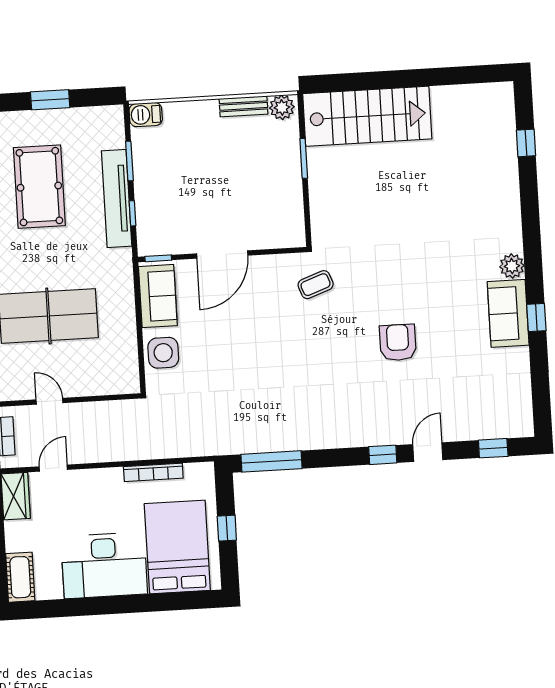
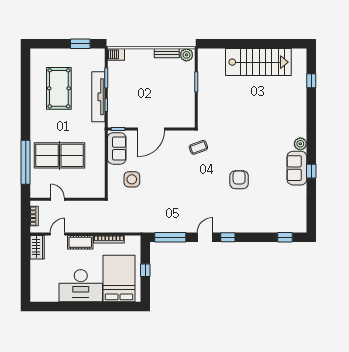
window: (50, 100) -> (80, 44), moved
stairs: (367, 116) -> (258, 62), moved
side table: (163, 353) -> (132, 179), moved
door: (428, 452) -> (205, 237), moved
cot: (20, 577) -> (80, 242), moved, turned 90

